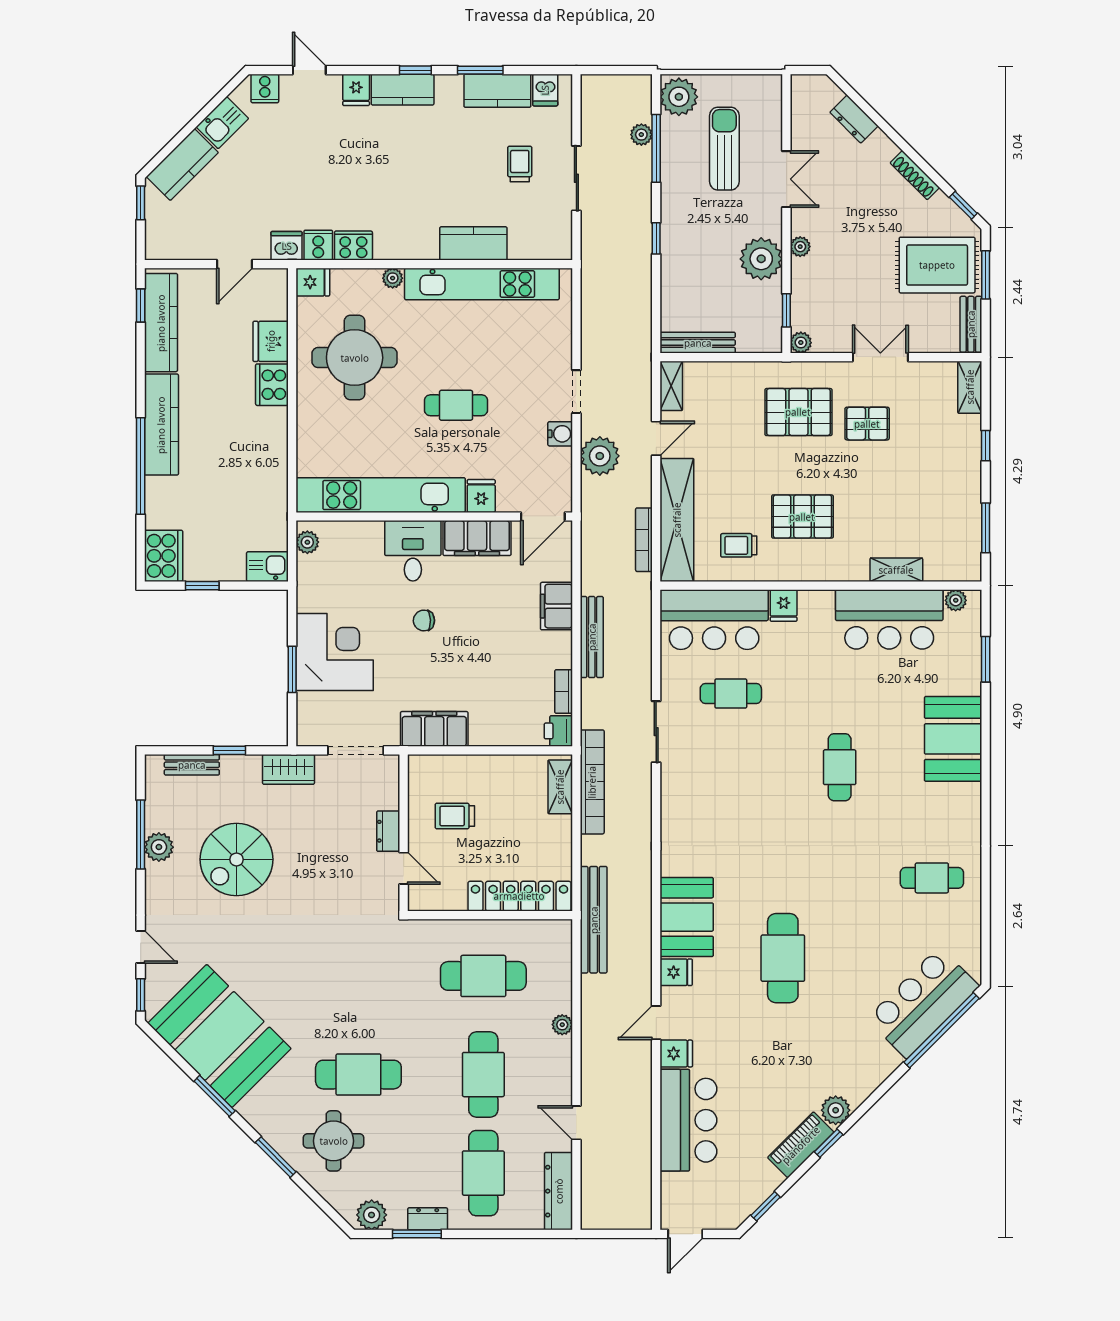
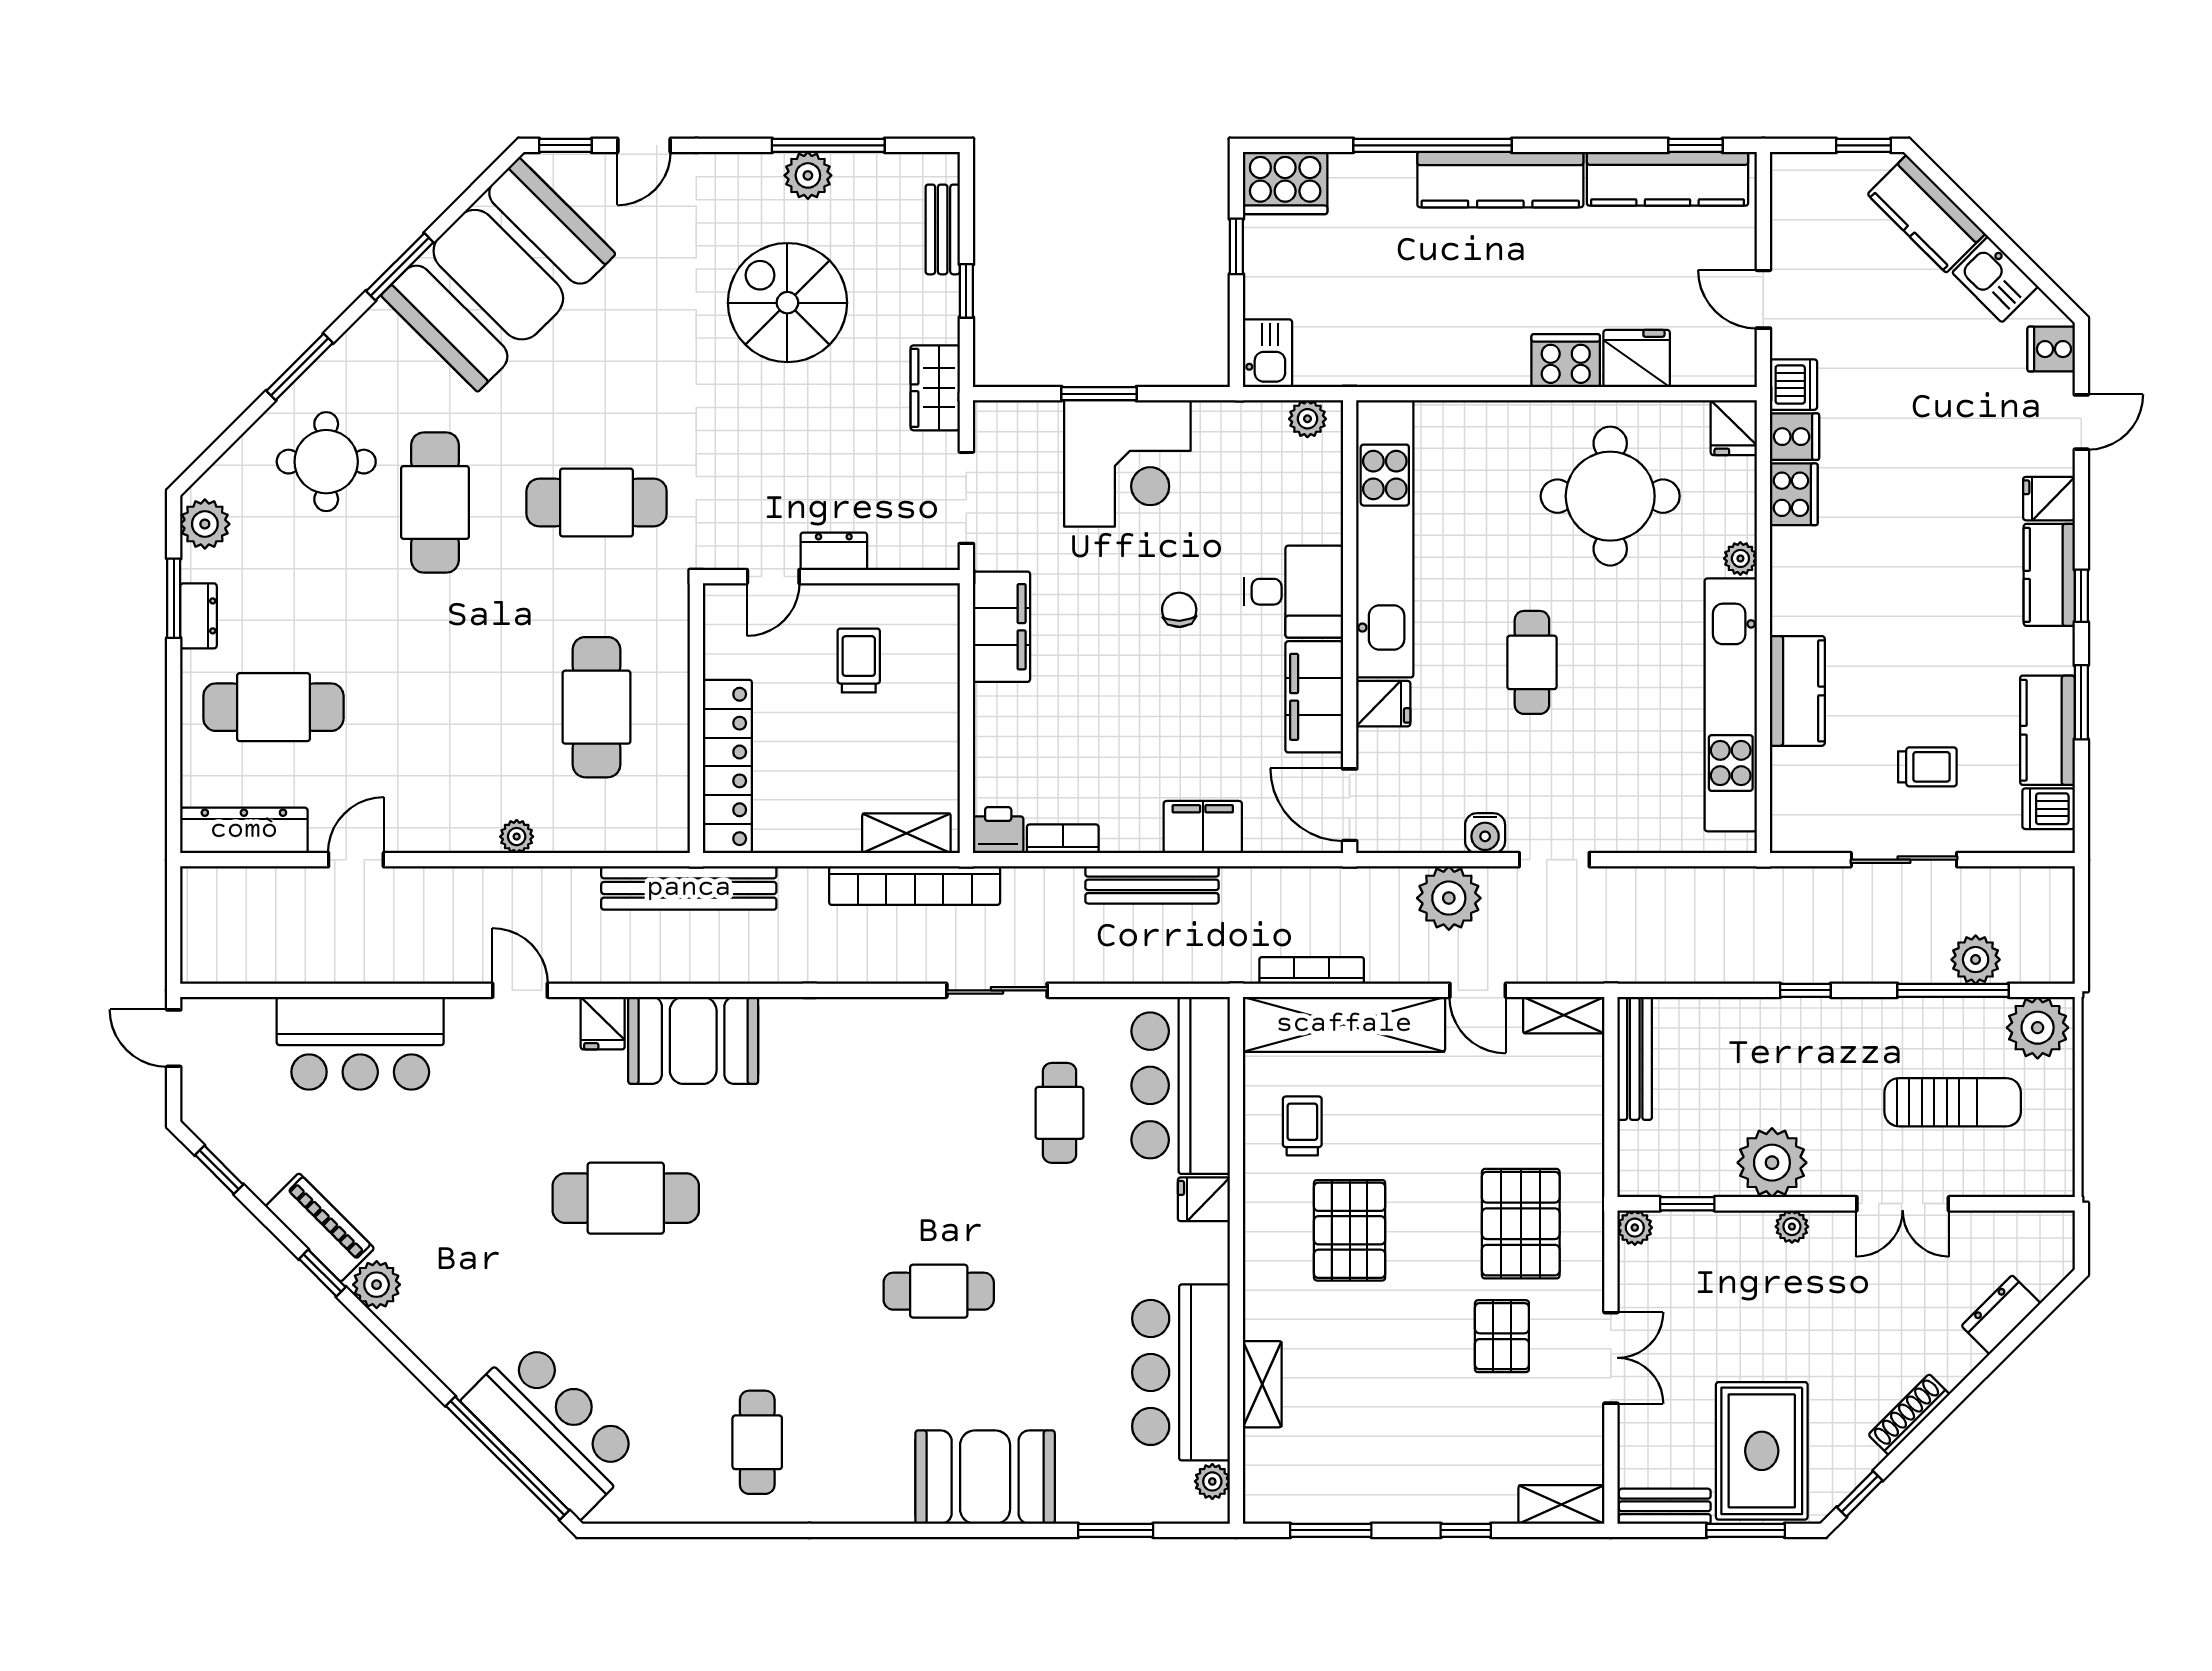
plant: (641, 135) -> (1976, 960), width x1.38, depth x1.38
fridge: (676, 1054) -> (469, 1023), removed
cafe table: (483, 1075) -> (597, 503), moved

